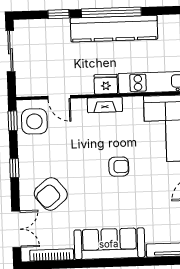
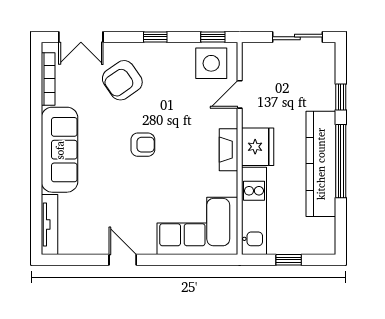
fridge: (106, 84) -> (258, 147), width x1.36, depth x1.34
armchair: (119, 167) -> (143, 145), moved, turned -90
armchair: (51, 194) -> (122, 80), turned -86

